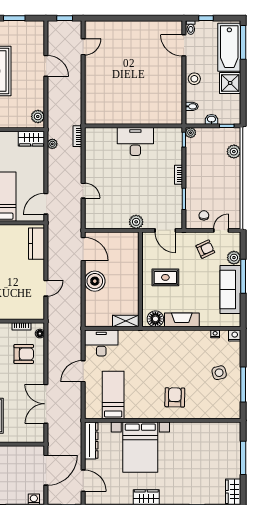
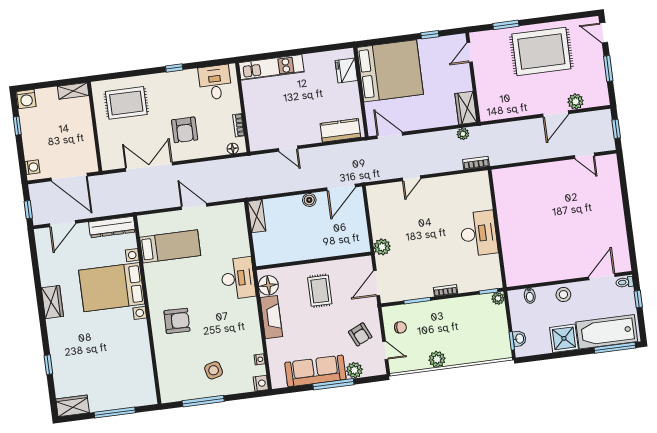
plant: (38, 116) -> (576, 101), moved
washbasin: (211, 119) -> (519, 339), moved
plant: (234, 152) -> (437, 359), moved
boiler: (95, 281) -> (309, 200), width x0.54, depth x0.54
shelving: (126, 321) -> (257, 216), moved
desk: (101, 343) -> (238, 278), moved
armchair: (24, 354) -> (185, 130), moved

